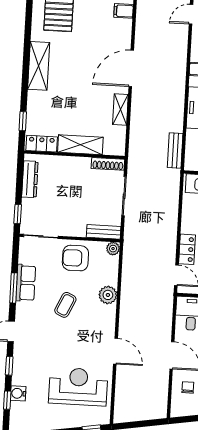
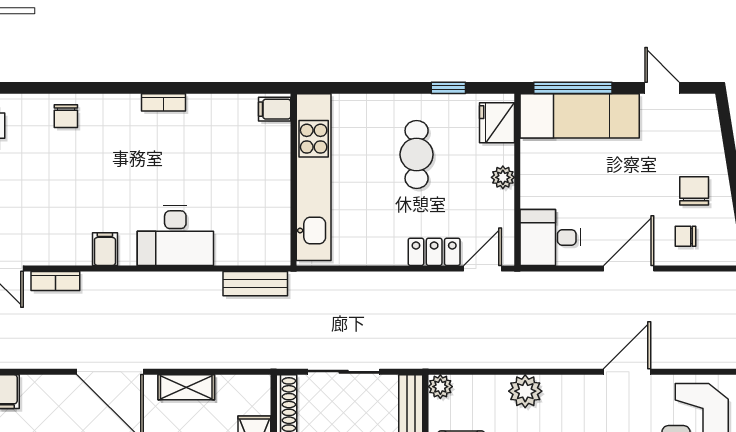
bookcase: (183, 41) -> (55, 281), added

